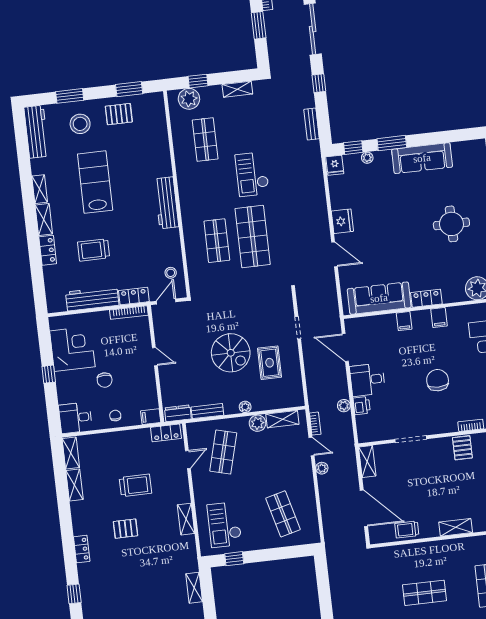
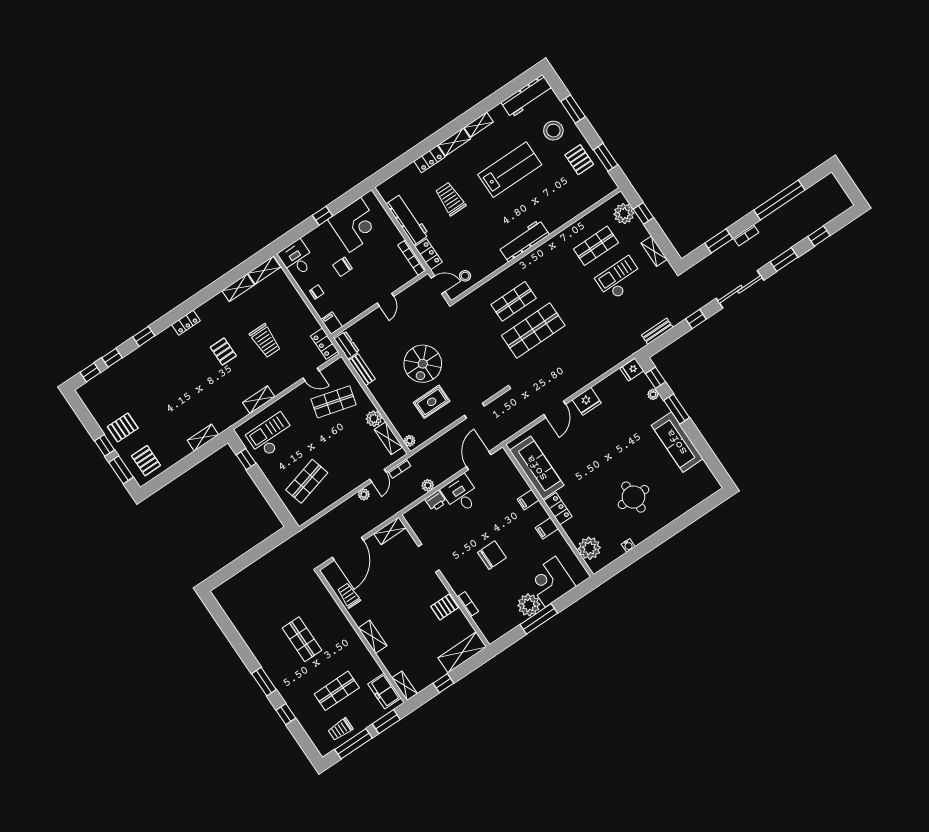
checkout: (252, 174) -> (619, 279), moved
plant: (245, 407) -> (410, 441), moved

